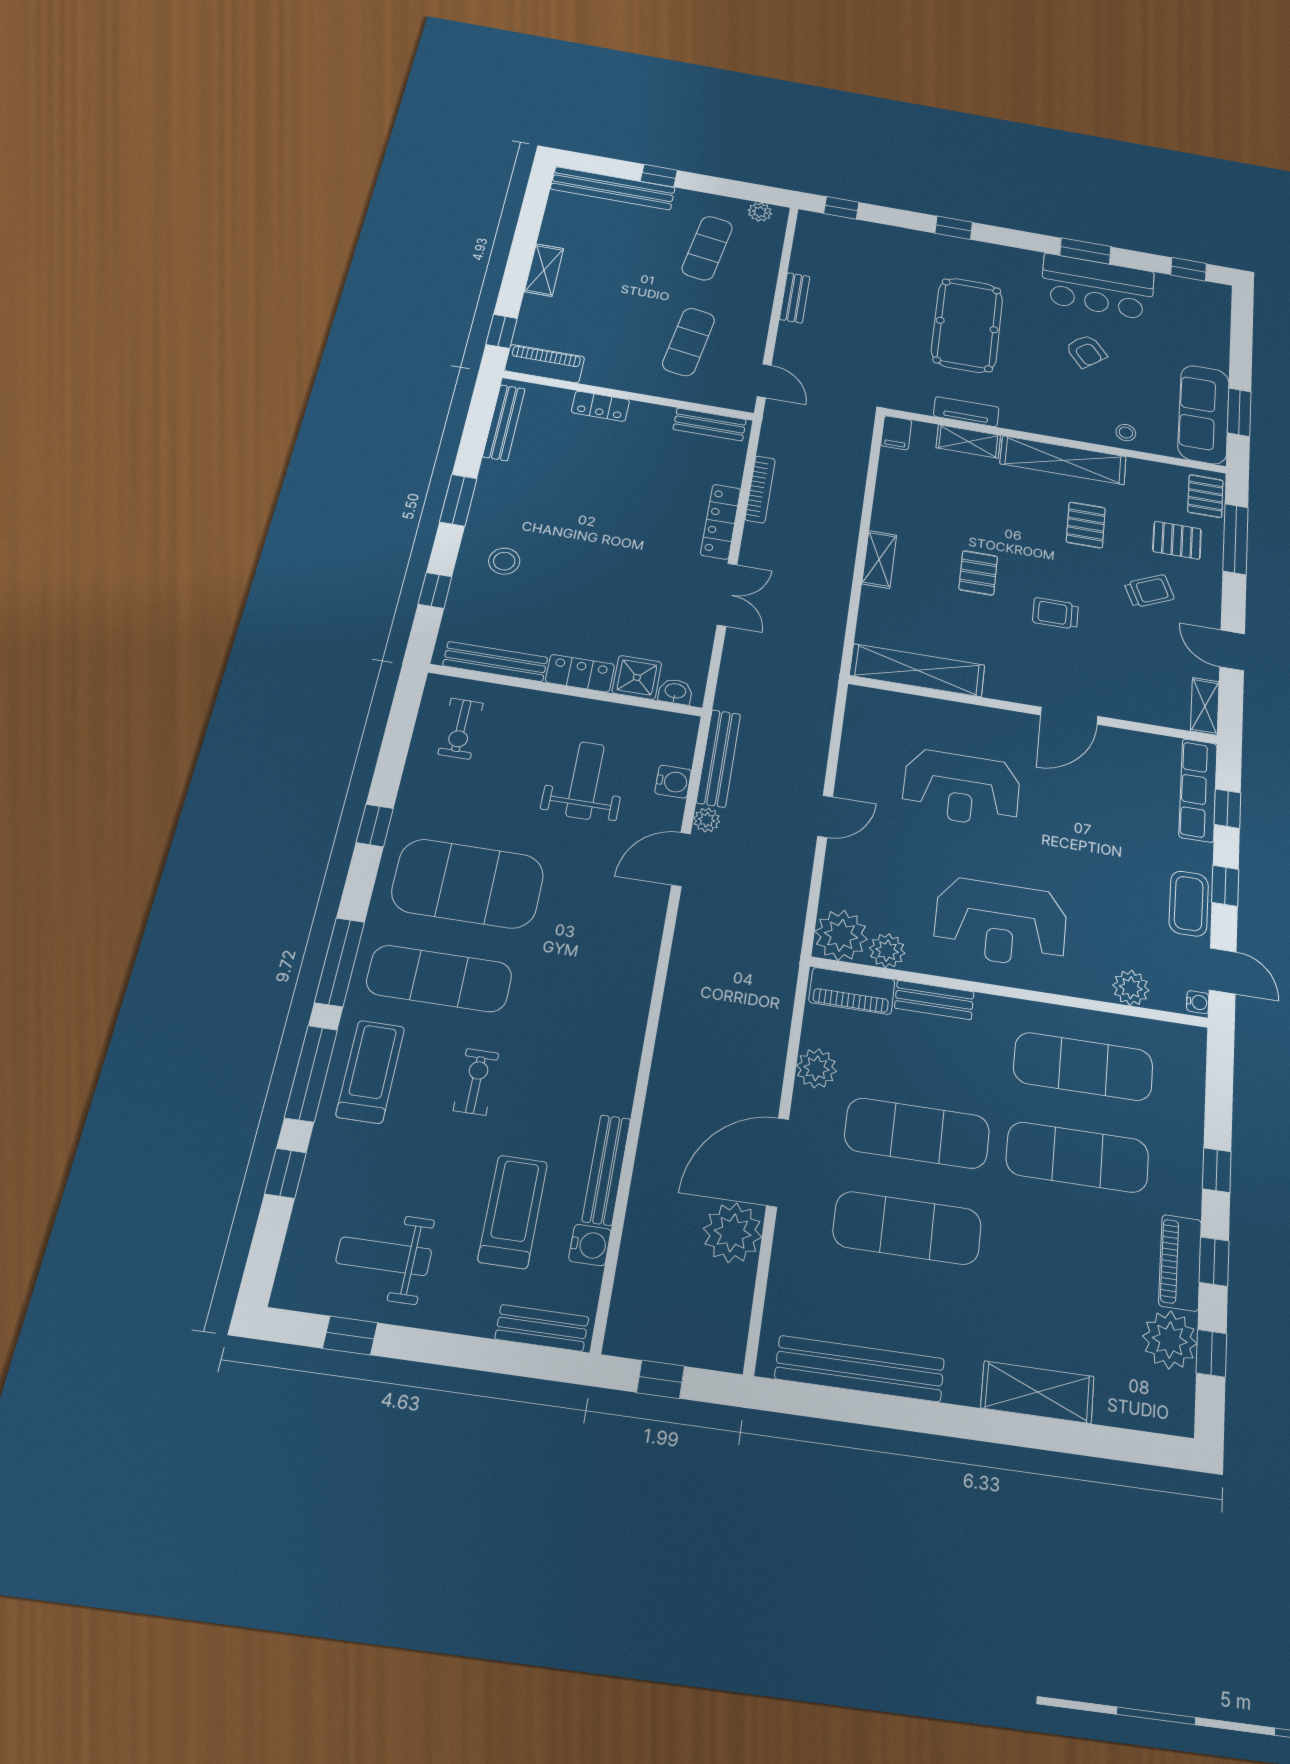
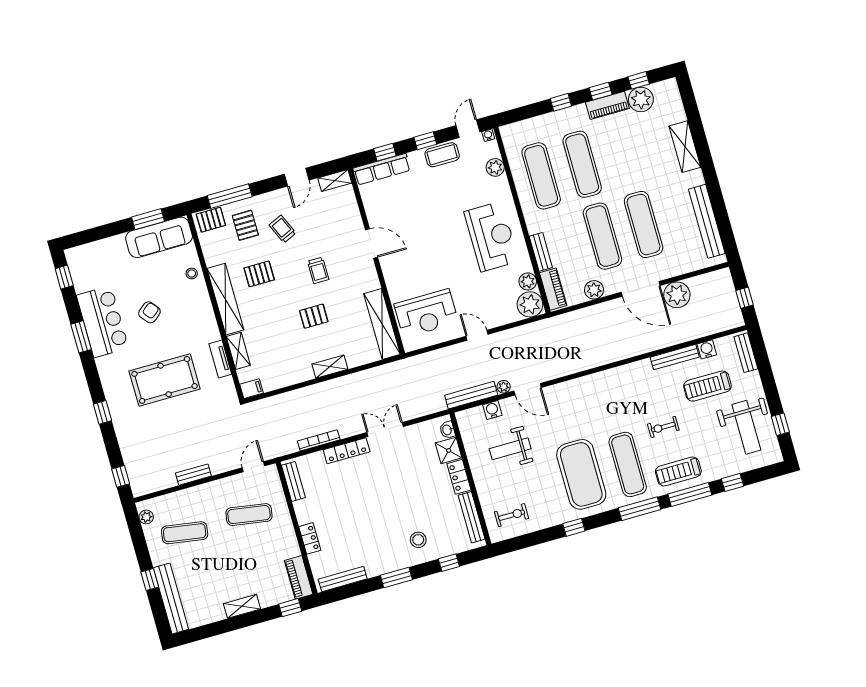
reception desk: (961, 788) -> (426, 313), moved, turned 90
weight bench: (384, 1256) -> (746, 427), width x1.36, depth x1.33

